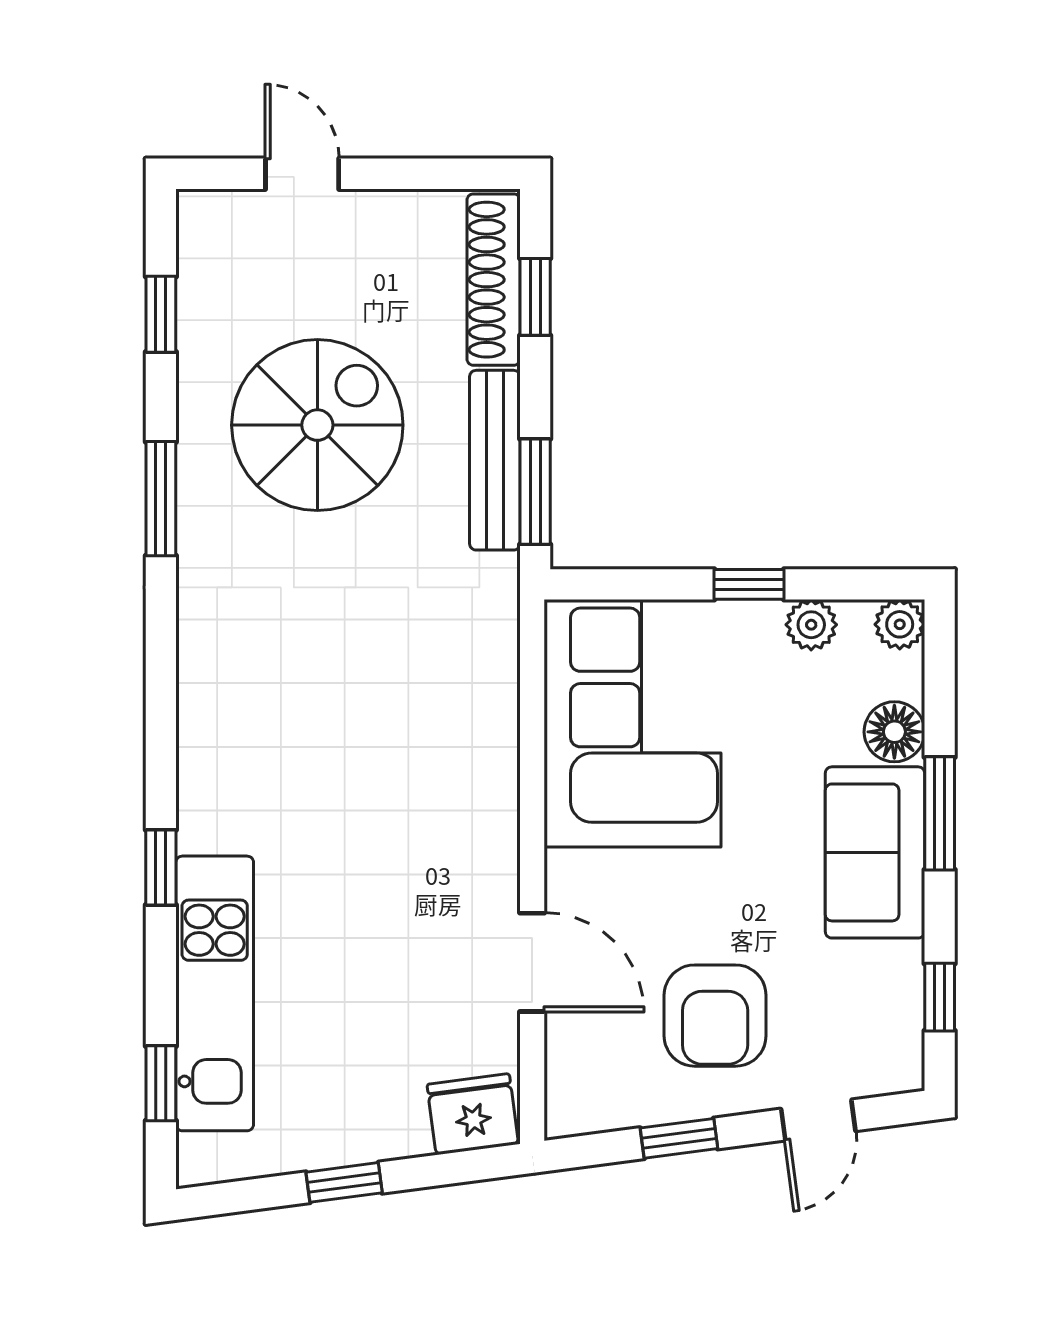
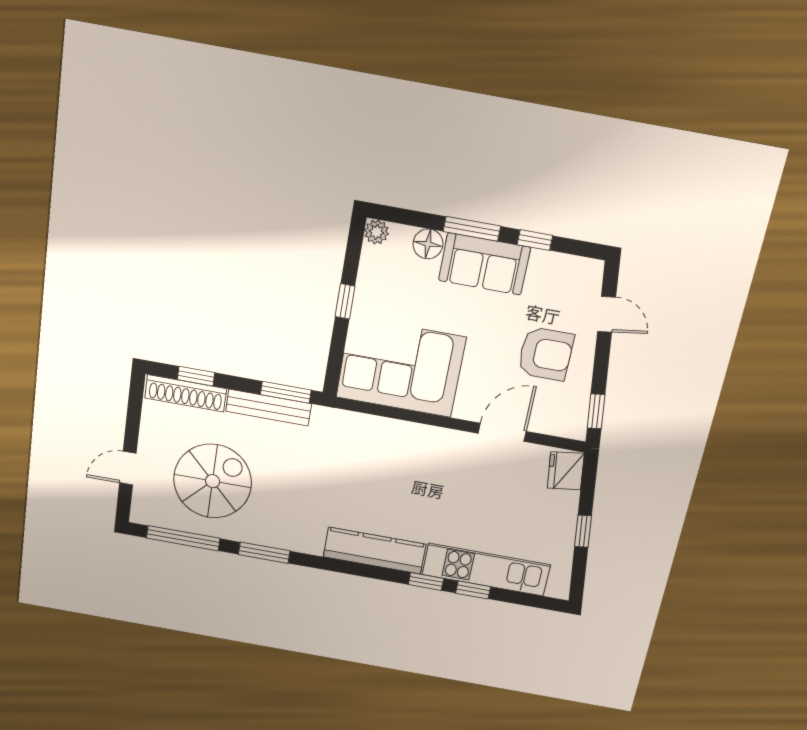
window: (161, 314) -> (183, 538), width x2.17
spiral stairs: (317, 425) -> (213, 481), moved, turned 90
plant: (811, 625) -> (369, 275), removed
kitchen counter: (213, 741) -> (375, 551), added
window: (940, 997) -> (535, 240), moved
window: (161, 1083) -> (473, 590), moved
window: (679, 1138) -> (596, 411), moved

